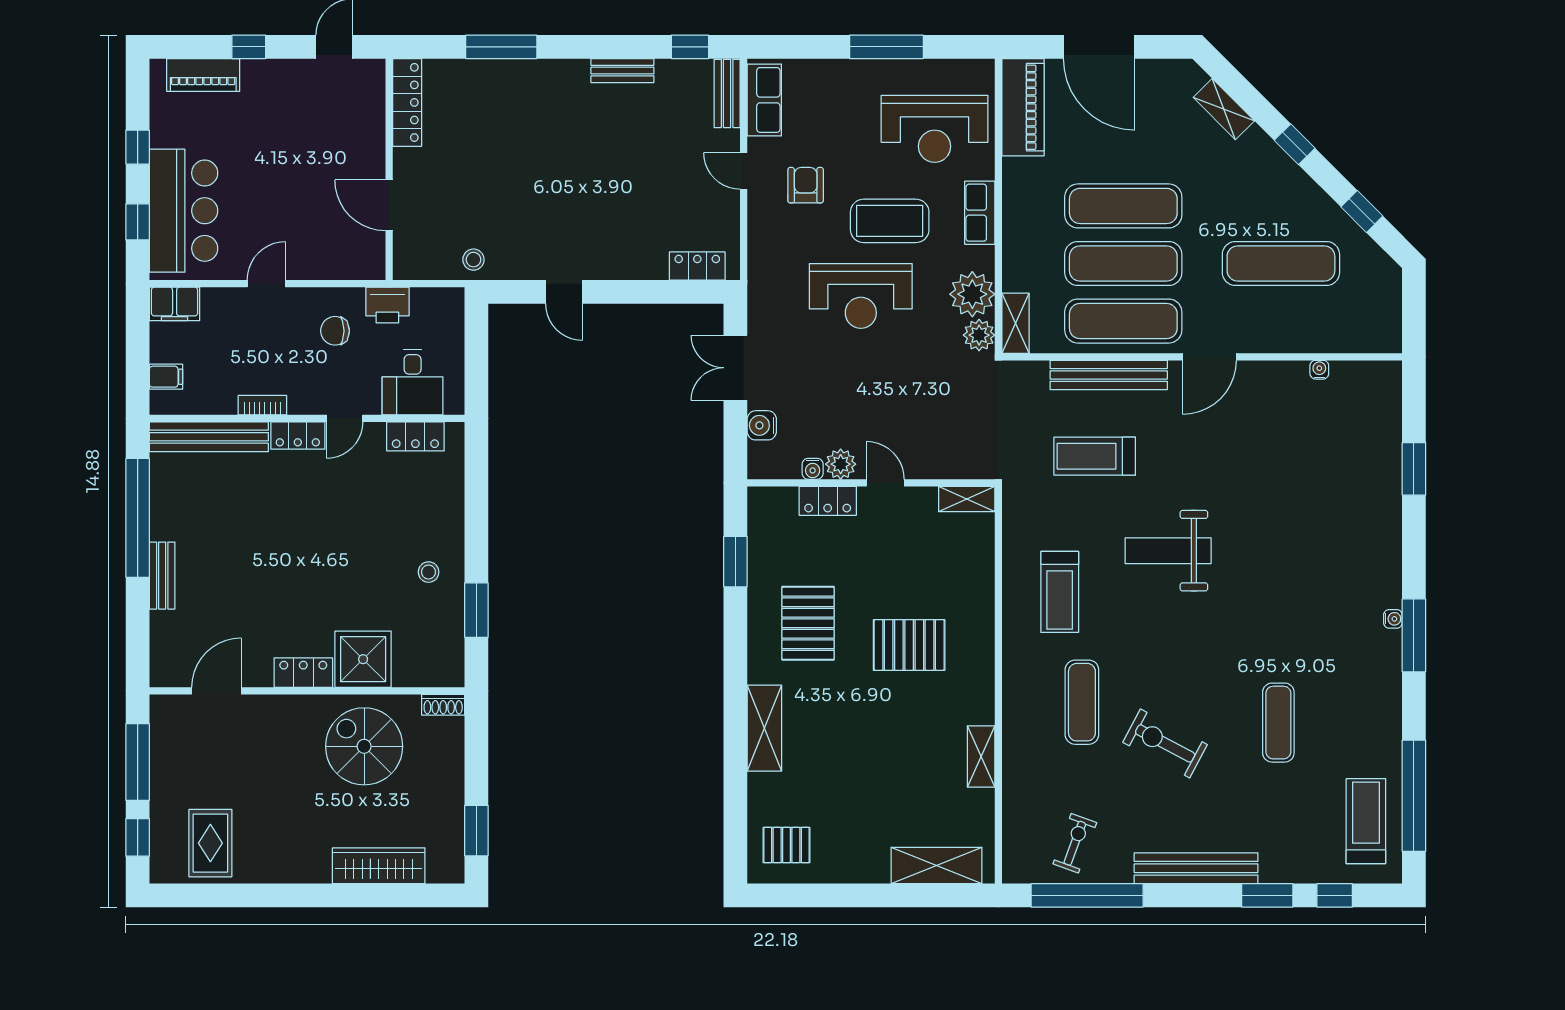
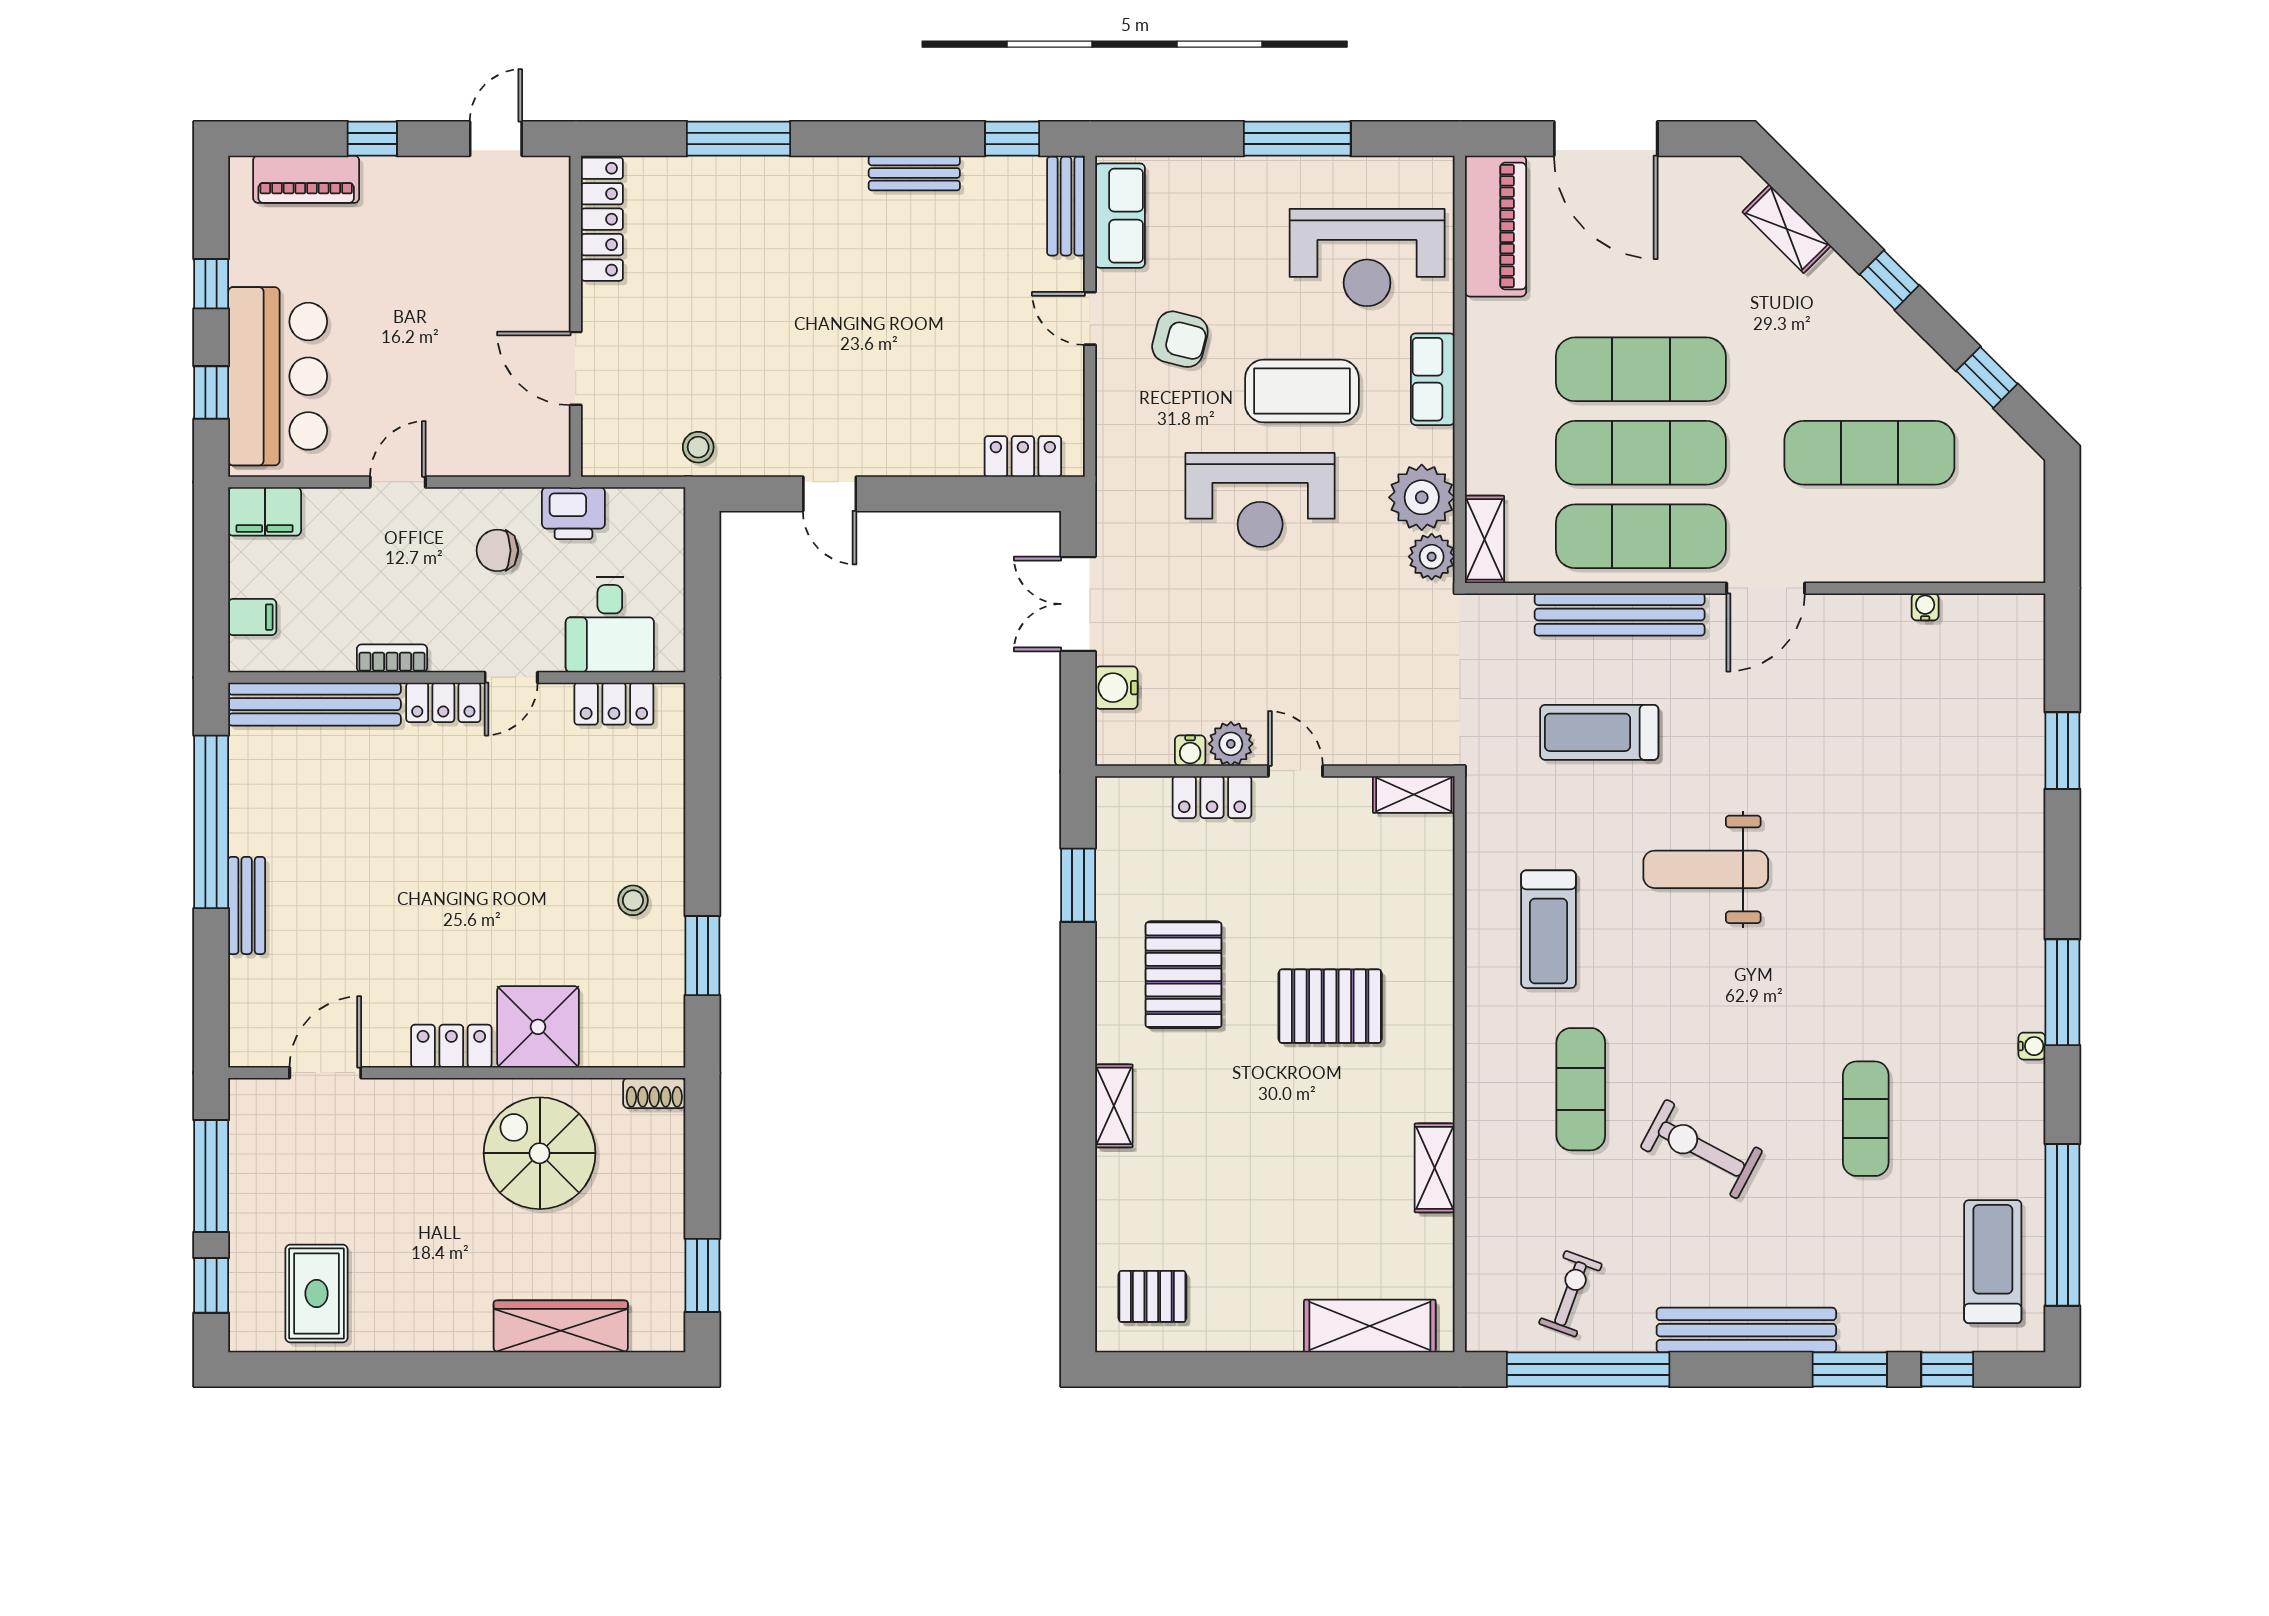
armchair: (806, 185) -> (1180, 339), turned 104
water cooler: (1393, 619) -> (2032, 1046), moved
shelving: (764, 728) -> (1114, 1106), width x0.67, depth x0.75

